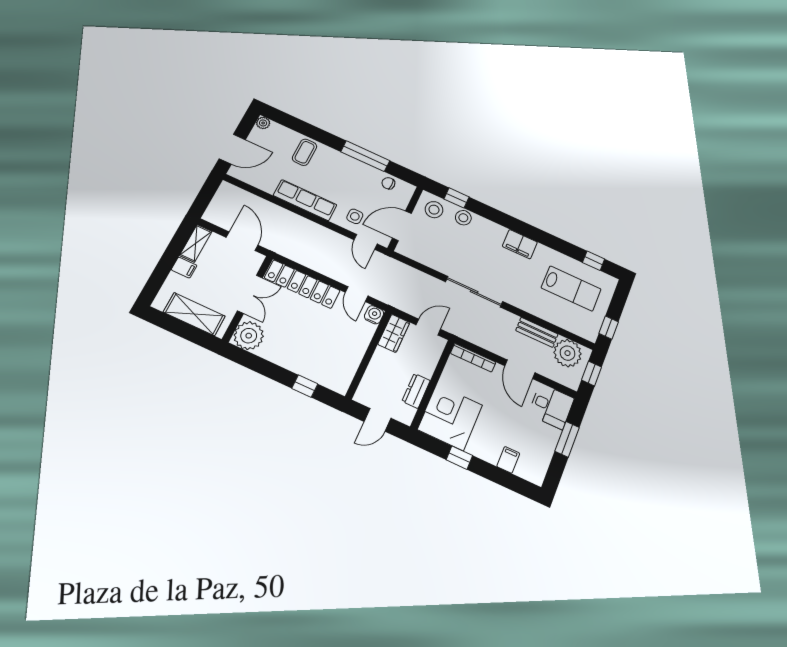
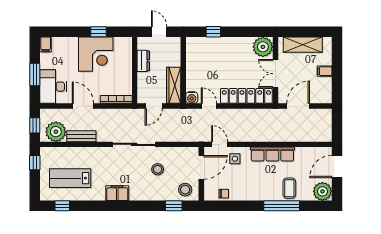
plant: (263, 123) -> (322, 191), width x1.88, depth x1.88
window: (365, 156) -> (282, 206), moved
stool: (463, 218) -> (158, 169), moved
door: (242, 241) -> (298, 106), swing flipped
shelving: (196, 243) -> (326, 90), removed
wardrobe: (394, 333) -> (174, 85), width x1.50
desk: (551, 406) -> (53, 87), width x1.37
corner desk: (450, 417) -> (96, 54), moved
door: (378, 420) -> (159, 32), hinge flipped
filing cabinet: (508, 460) -> (46, 44), moved

